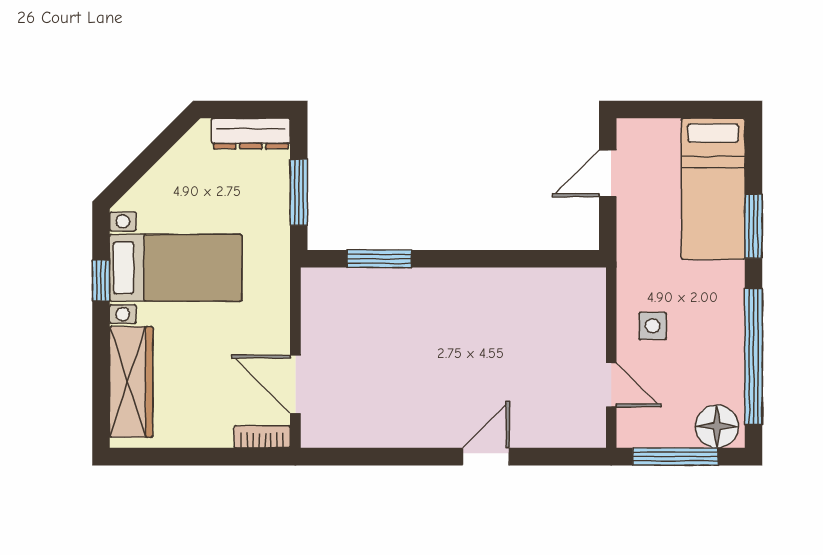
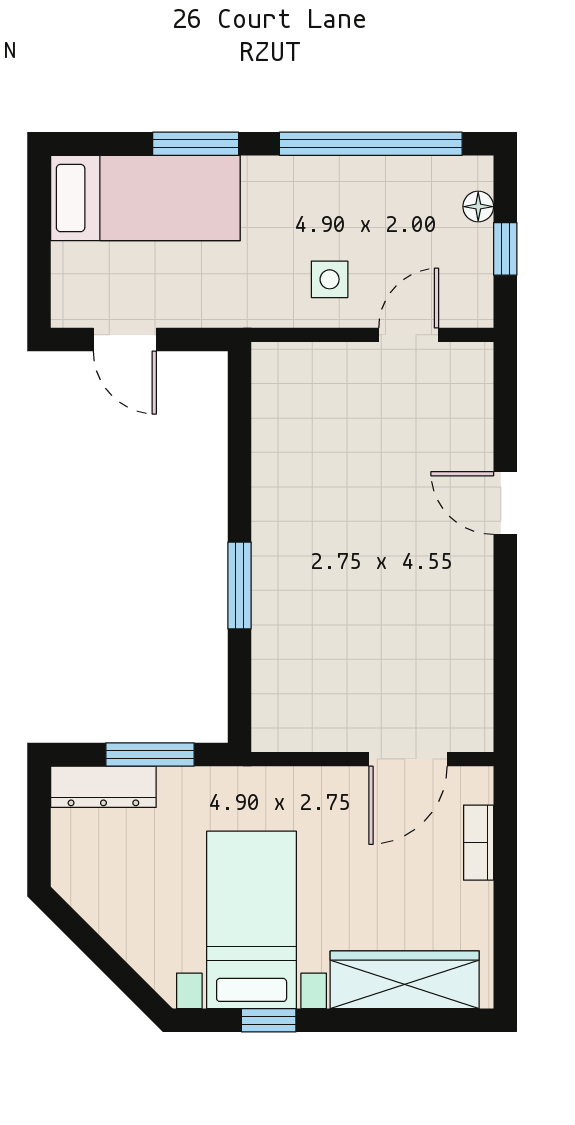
dresser: (251, 134) -> (103, 787), moved, turned 90
window: (379, 259) -> (240, 586), moved
floor lamp: (717, 426) -> (478, 207), width x0.53, depth x0.53
bookcase: (262, 437) -> (479, 843), moved
window: (675, 457) -> (505, 249), width x0.46

